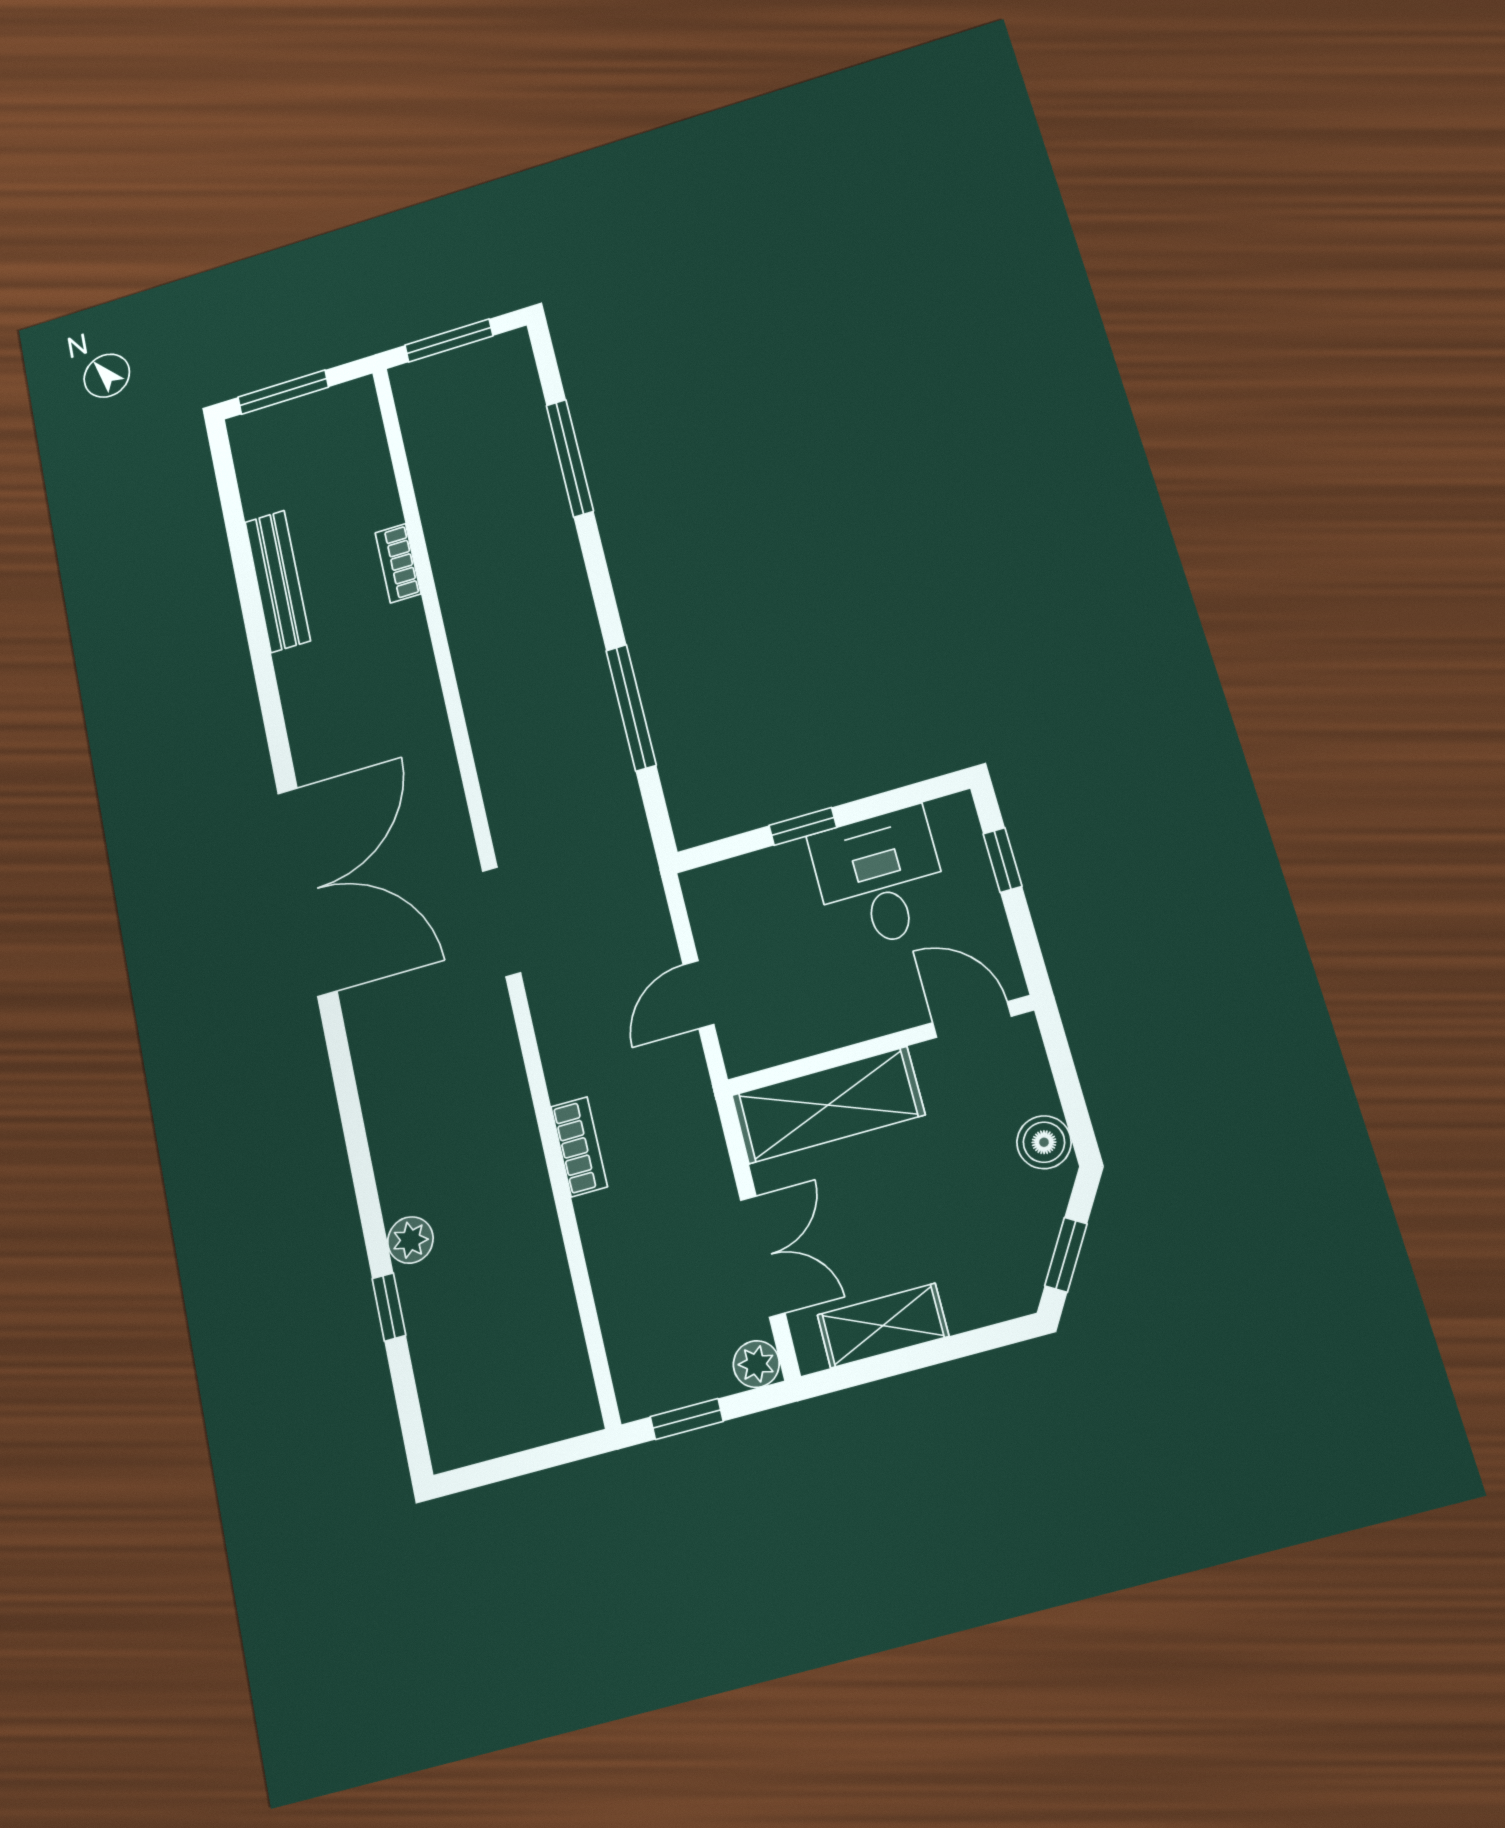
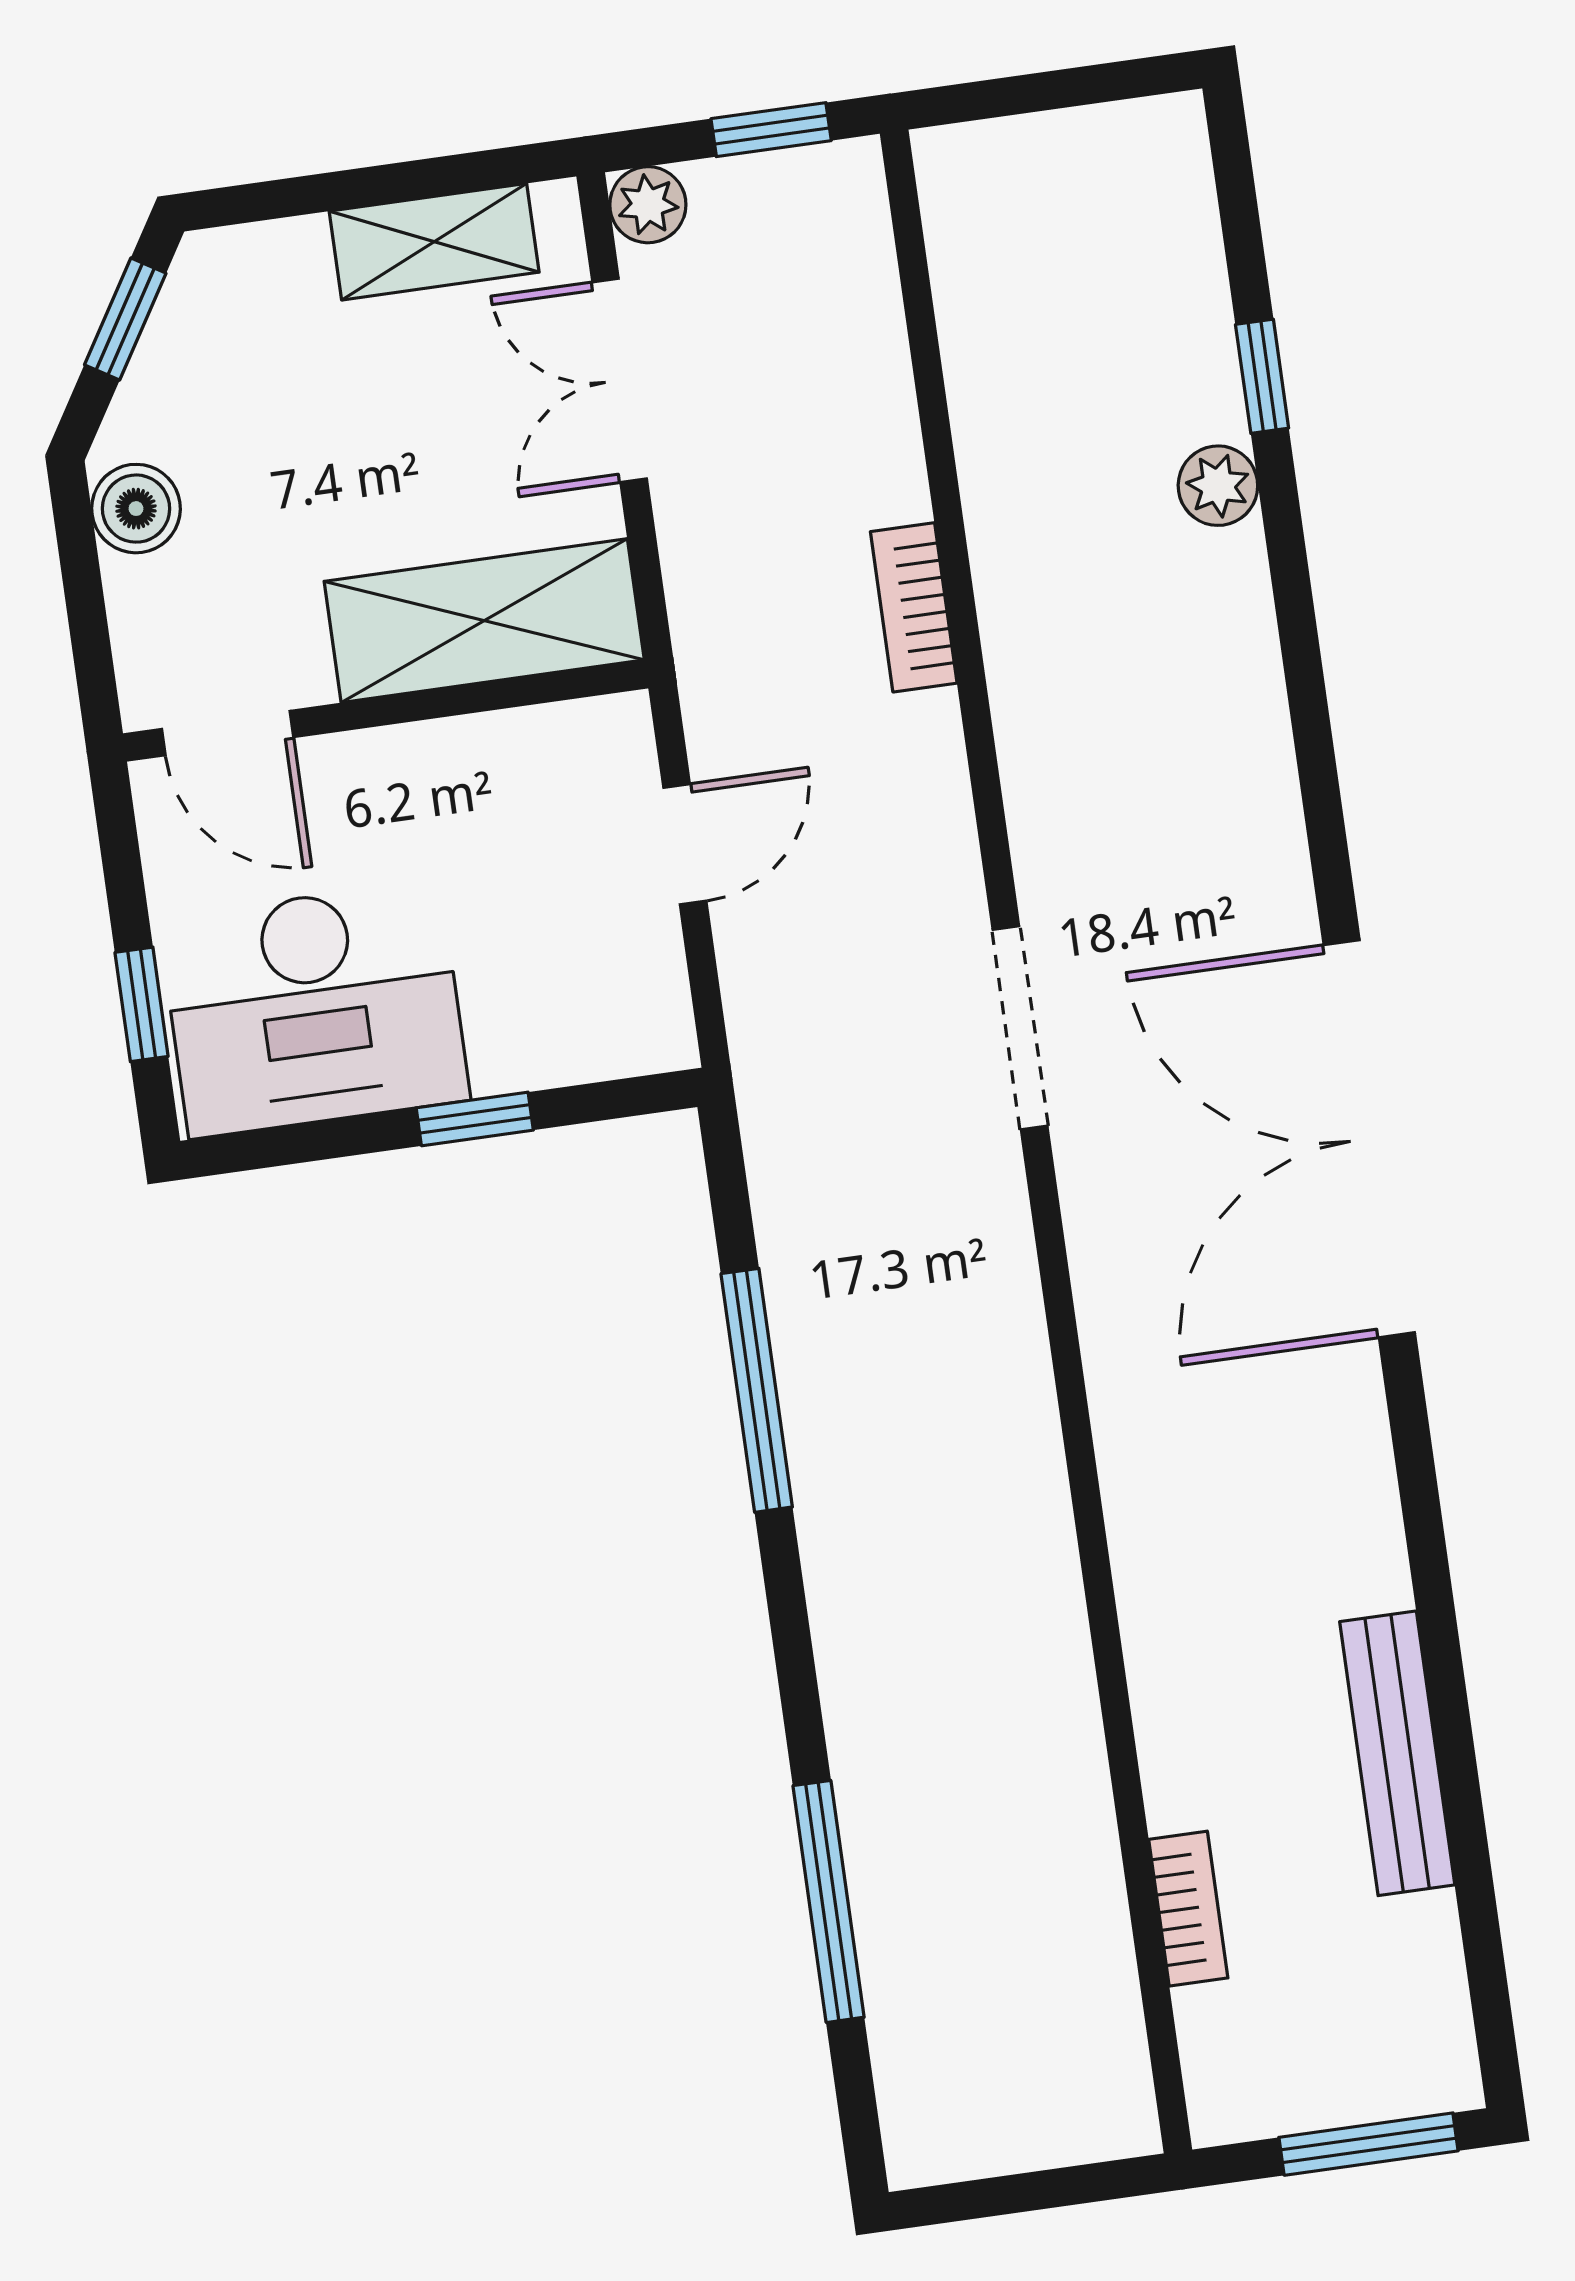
window: (449, 341) -> (1040, 2190), removed
bookcase: (398, 563) -> (1188, 1909), moved
desk: (880, 879) -> (314, 1009), width x1.37

